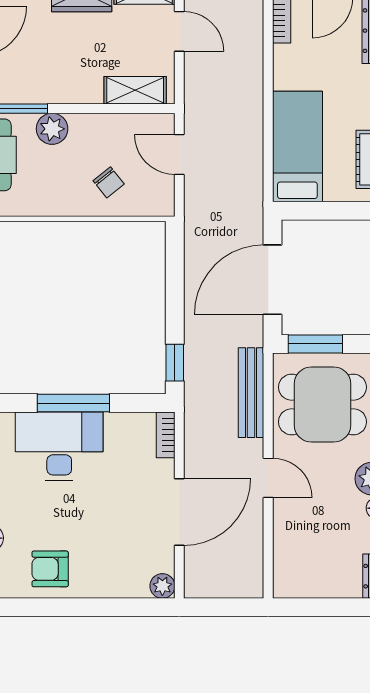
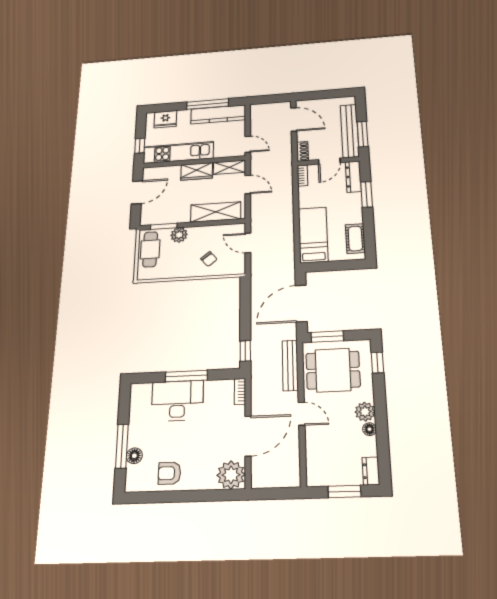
shelving: (135, 90) -> (216, 212), width x1.50, depth x1.33
plant: (162, 586) -> (231, 475), width x1.87, depth x1.87
window: (332, 607) -> (344, 492), added

